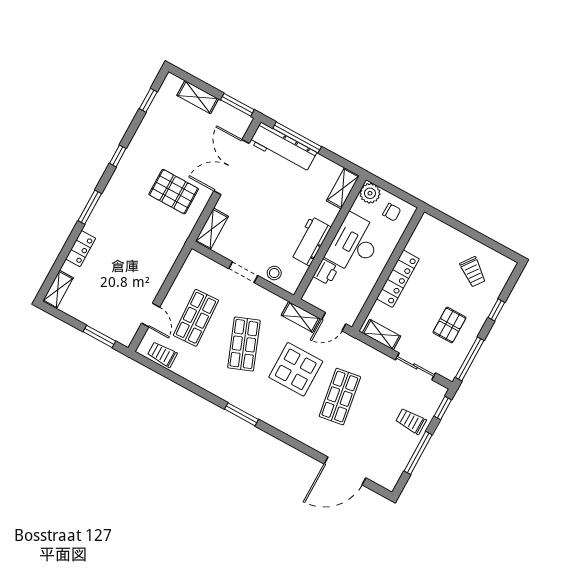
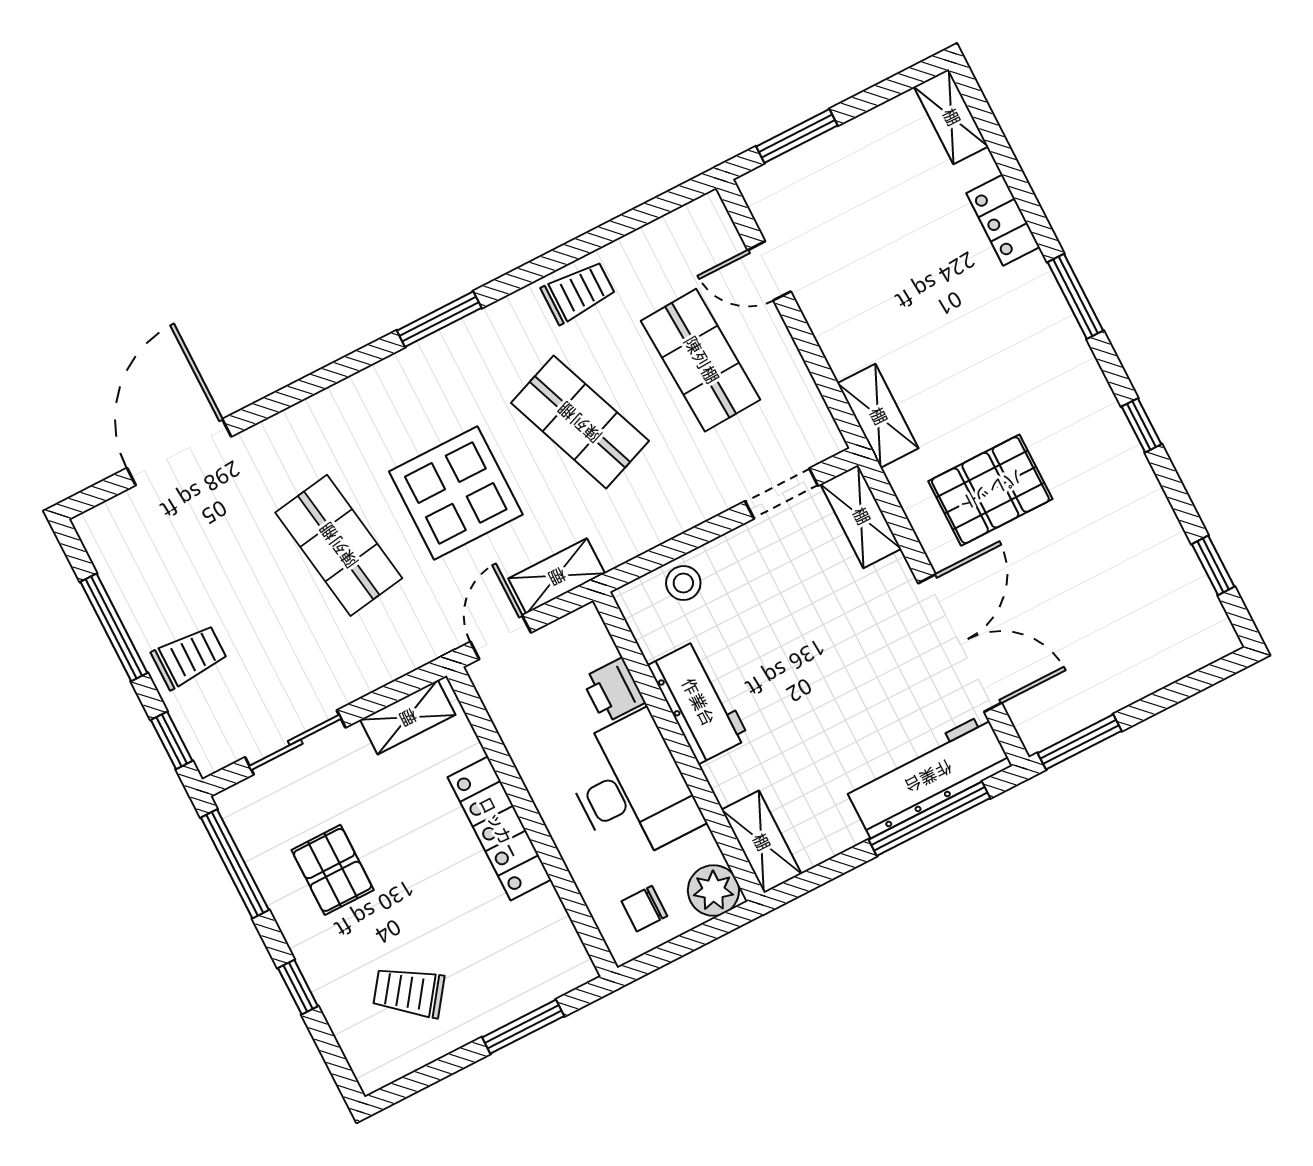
shelving: (198, 97) -> (878, 416), moved, turned 90
window: (459, 226) -> (523, 1027), added
doorway: (243, 272) -> (782, 493), moved
trolley: (162, 354) -> (578, 292), moved

